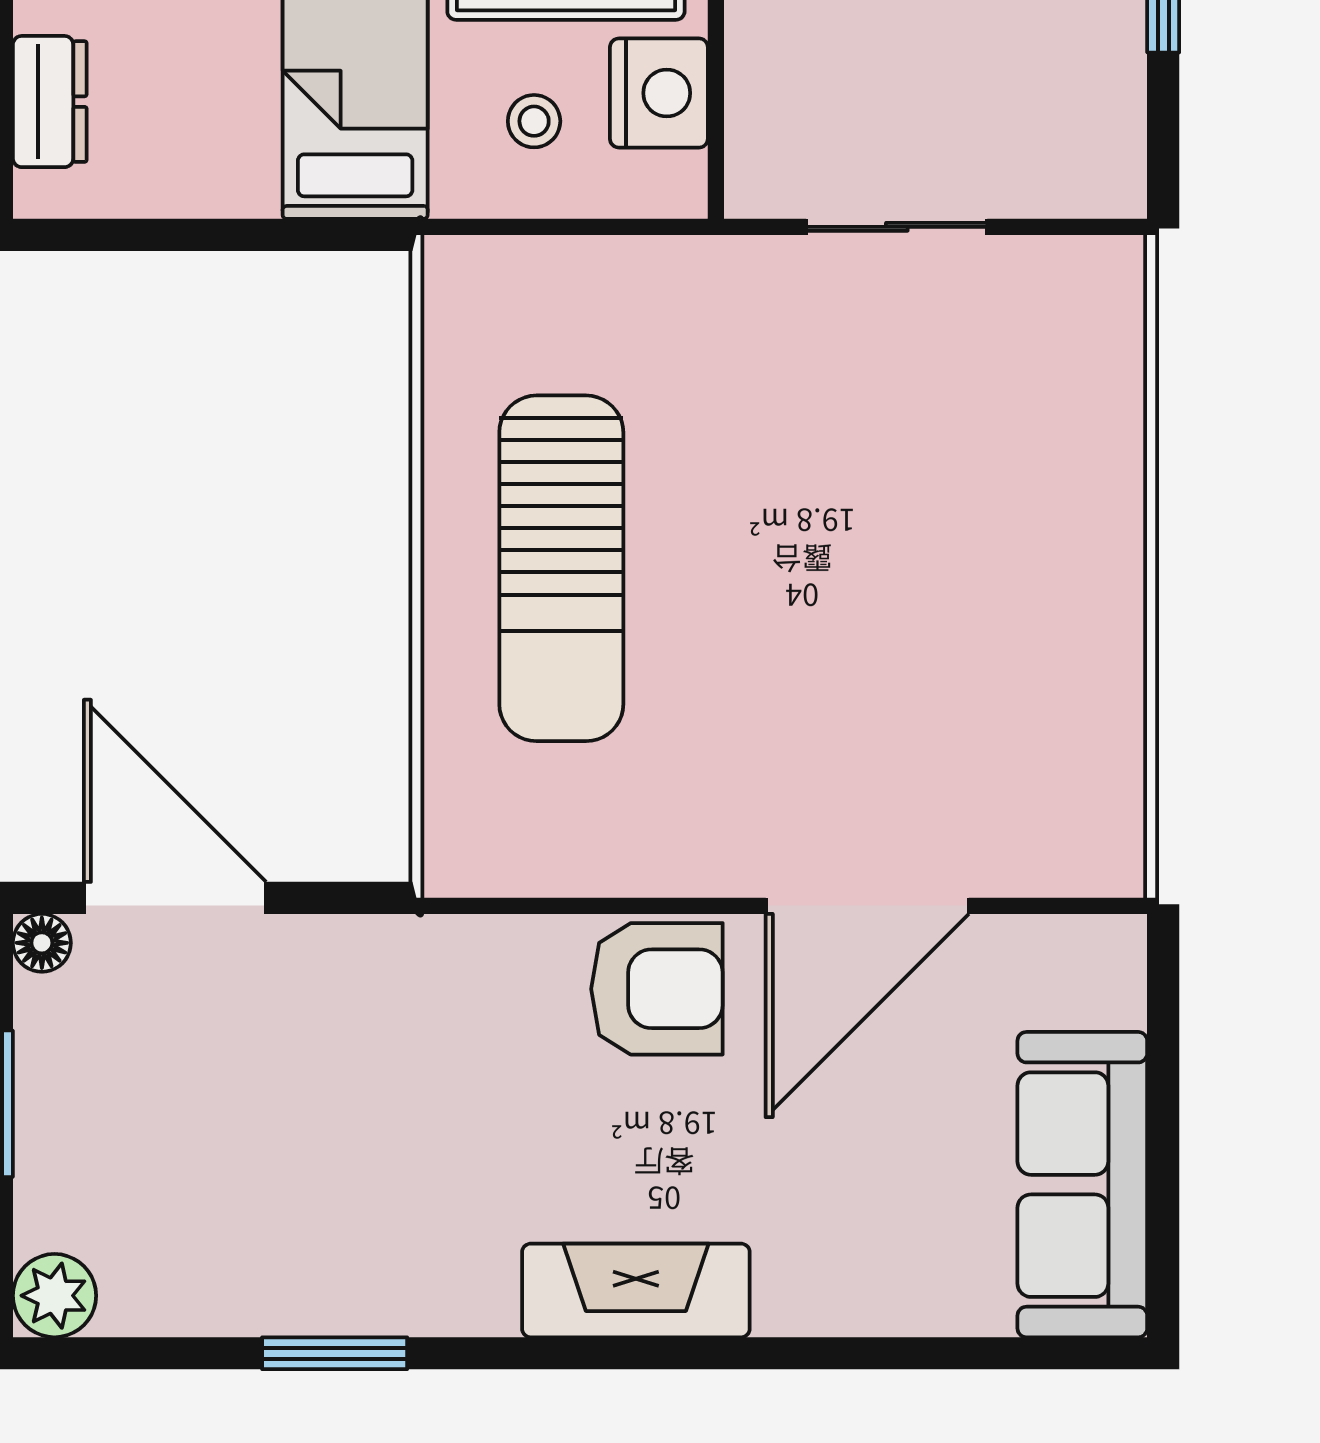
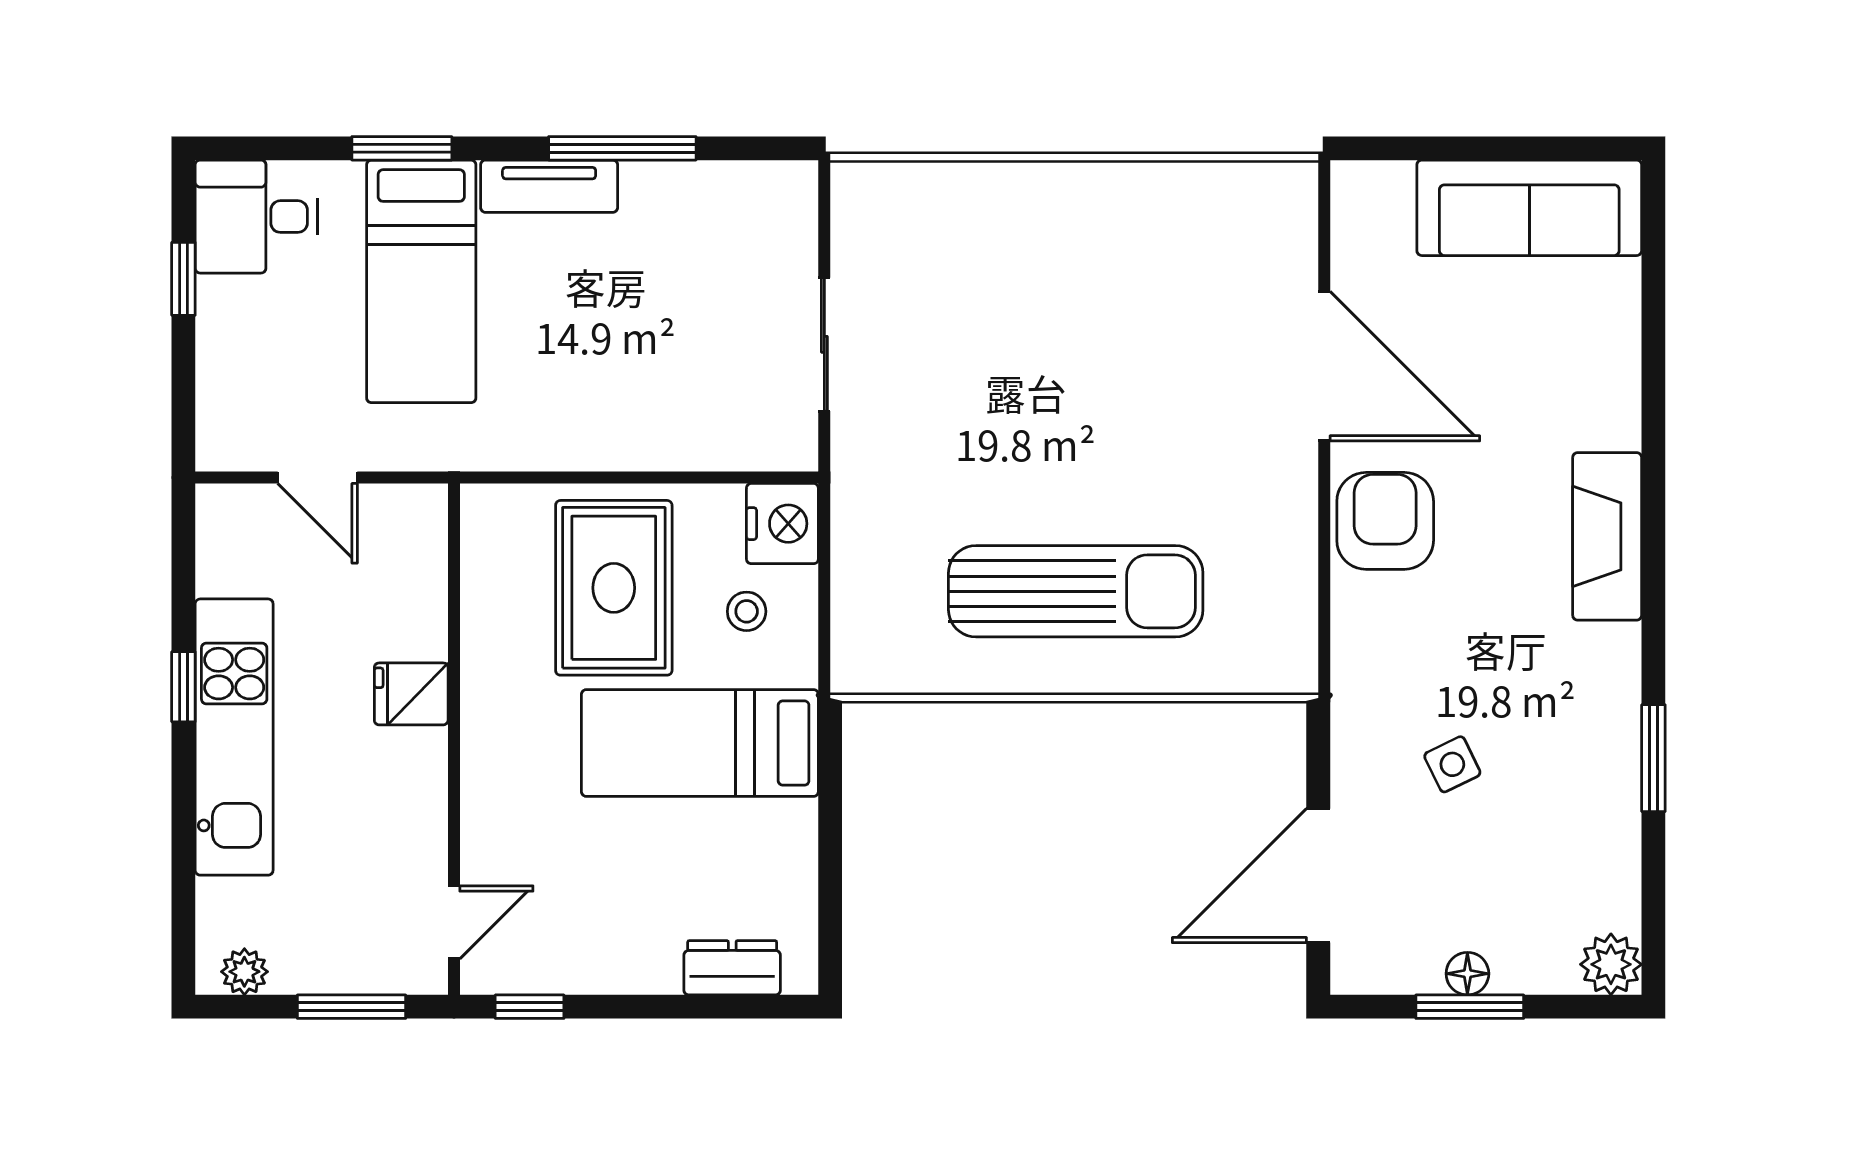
nightstand: (659, 93) -> (782, 524), moved, turned 90
floor lamp: (42, 943) -> (1467, 974), moved
side table: (326, 1080) -> (1452, 764), added

